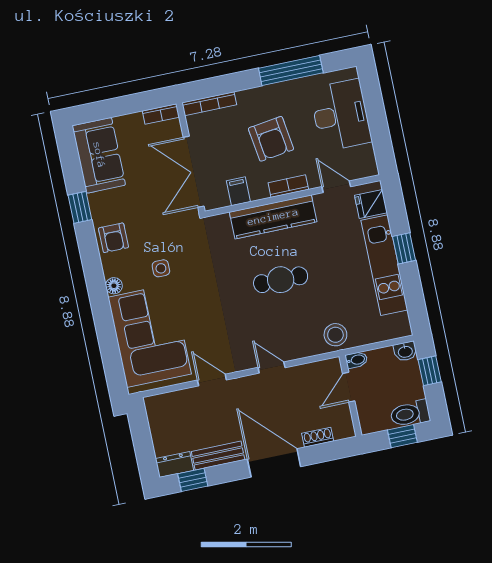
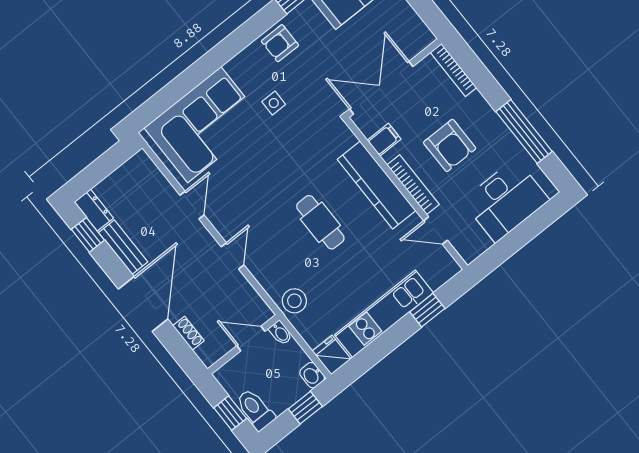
bookcase: (161, 114) -> (420, 29), removed
armchair: (271, 139) -> (450, 145), turned -82
bookcase: (288, 186) -> (413, 185), width x1.56
door: (336, 187) -> (436, 230), swing flipped
fridge: (371, 204) -> (332, 355), moved
window: (404, 248) -> (427, 310), moved
floor lamp: (114, 286) -> (235, 67), removed

